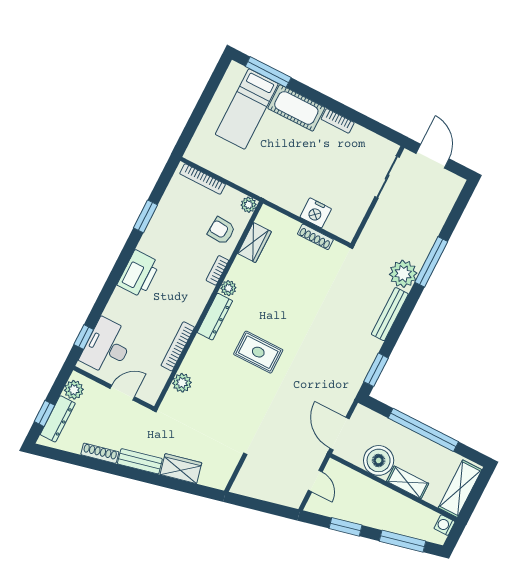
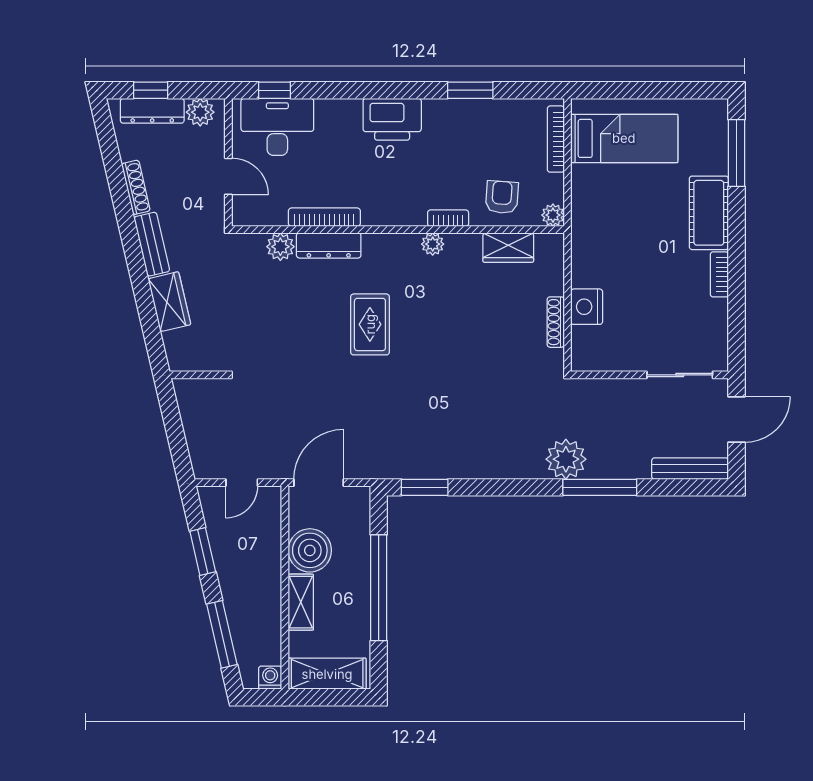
bed: (247, 109) -> (624, 138), moved, turned 180
bench: (390, 314) -> (690, 469), moved
dresser: (215, 317) -> (329, 245), moved

